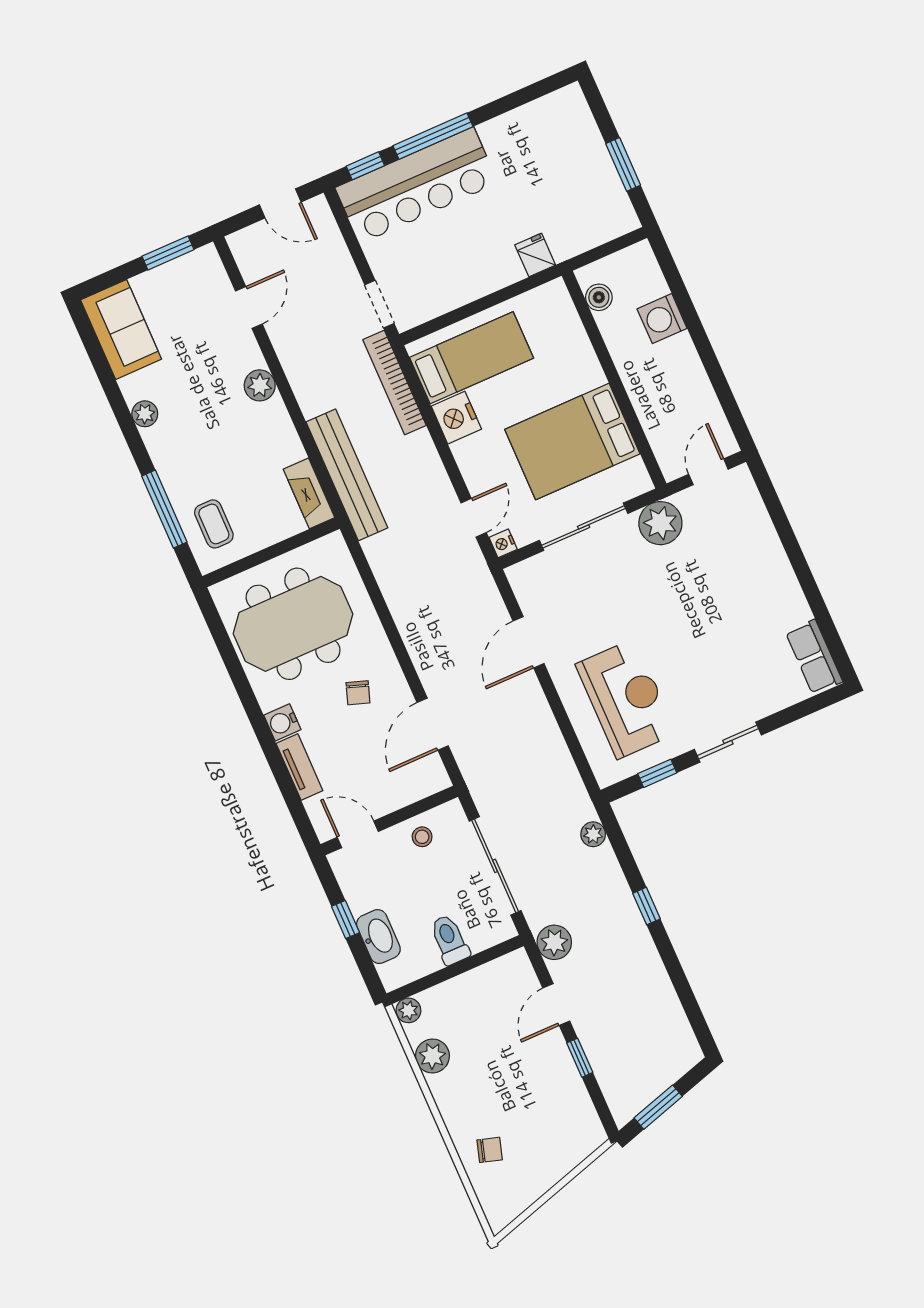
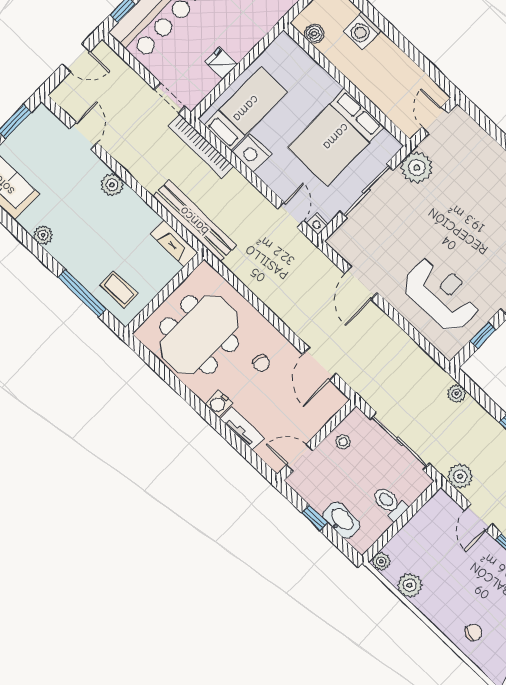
fridge: (535, 255) -> (221, 63), moved

